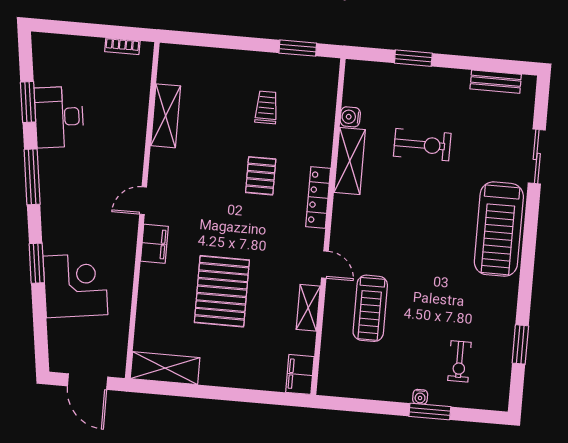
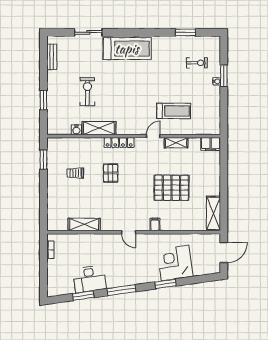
pallet: (261, 176) -> (111, 173), turned 90
filing cabinet: (154, 244) -> (155, 224), width x0.50

